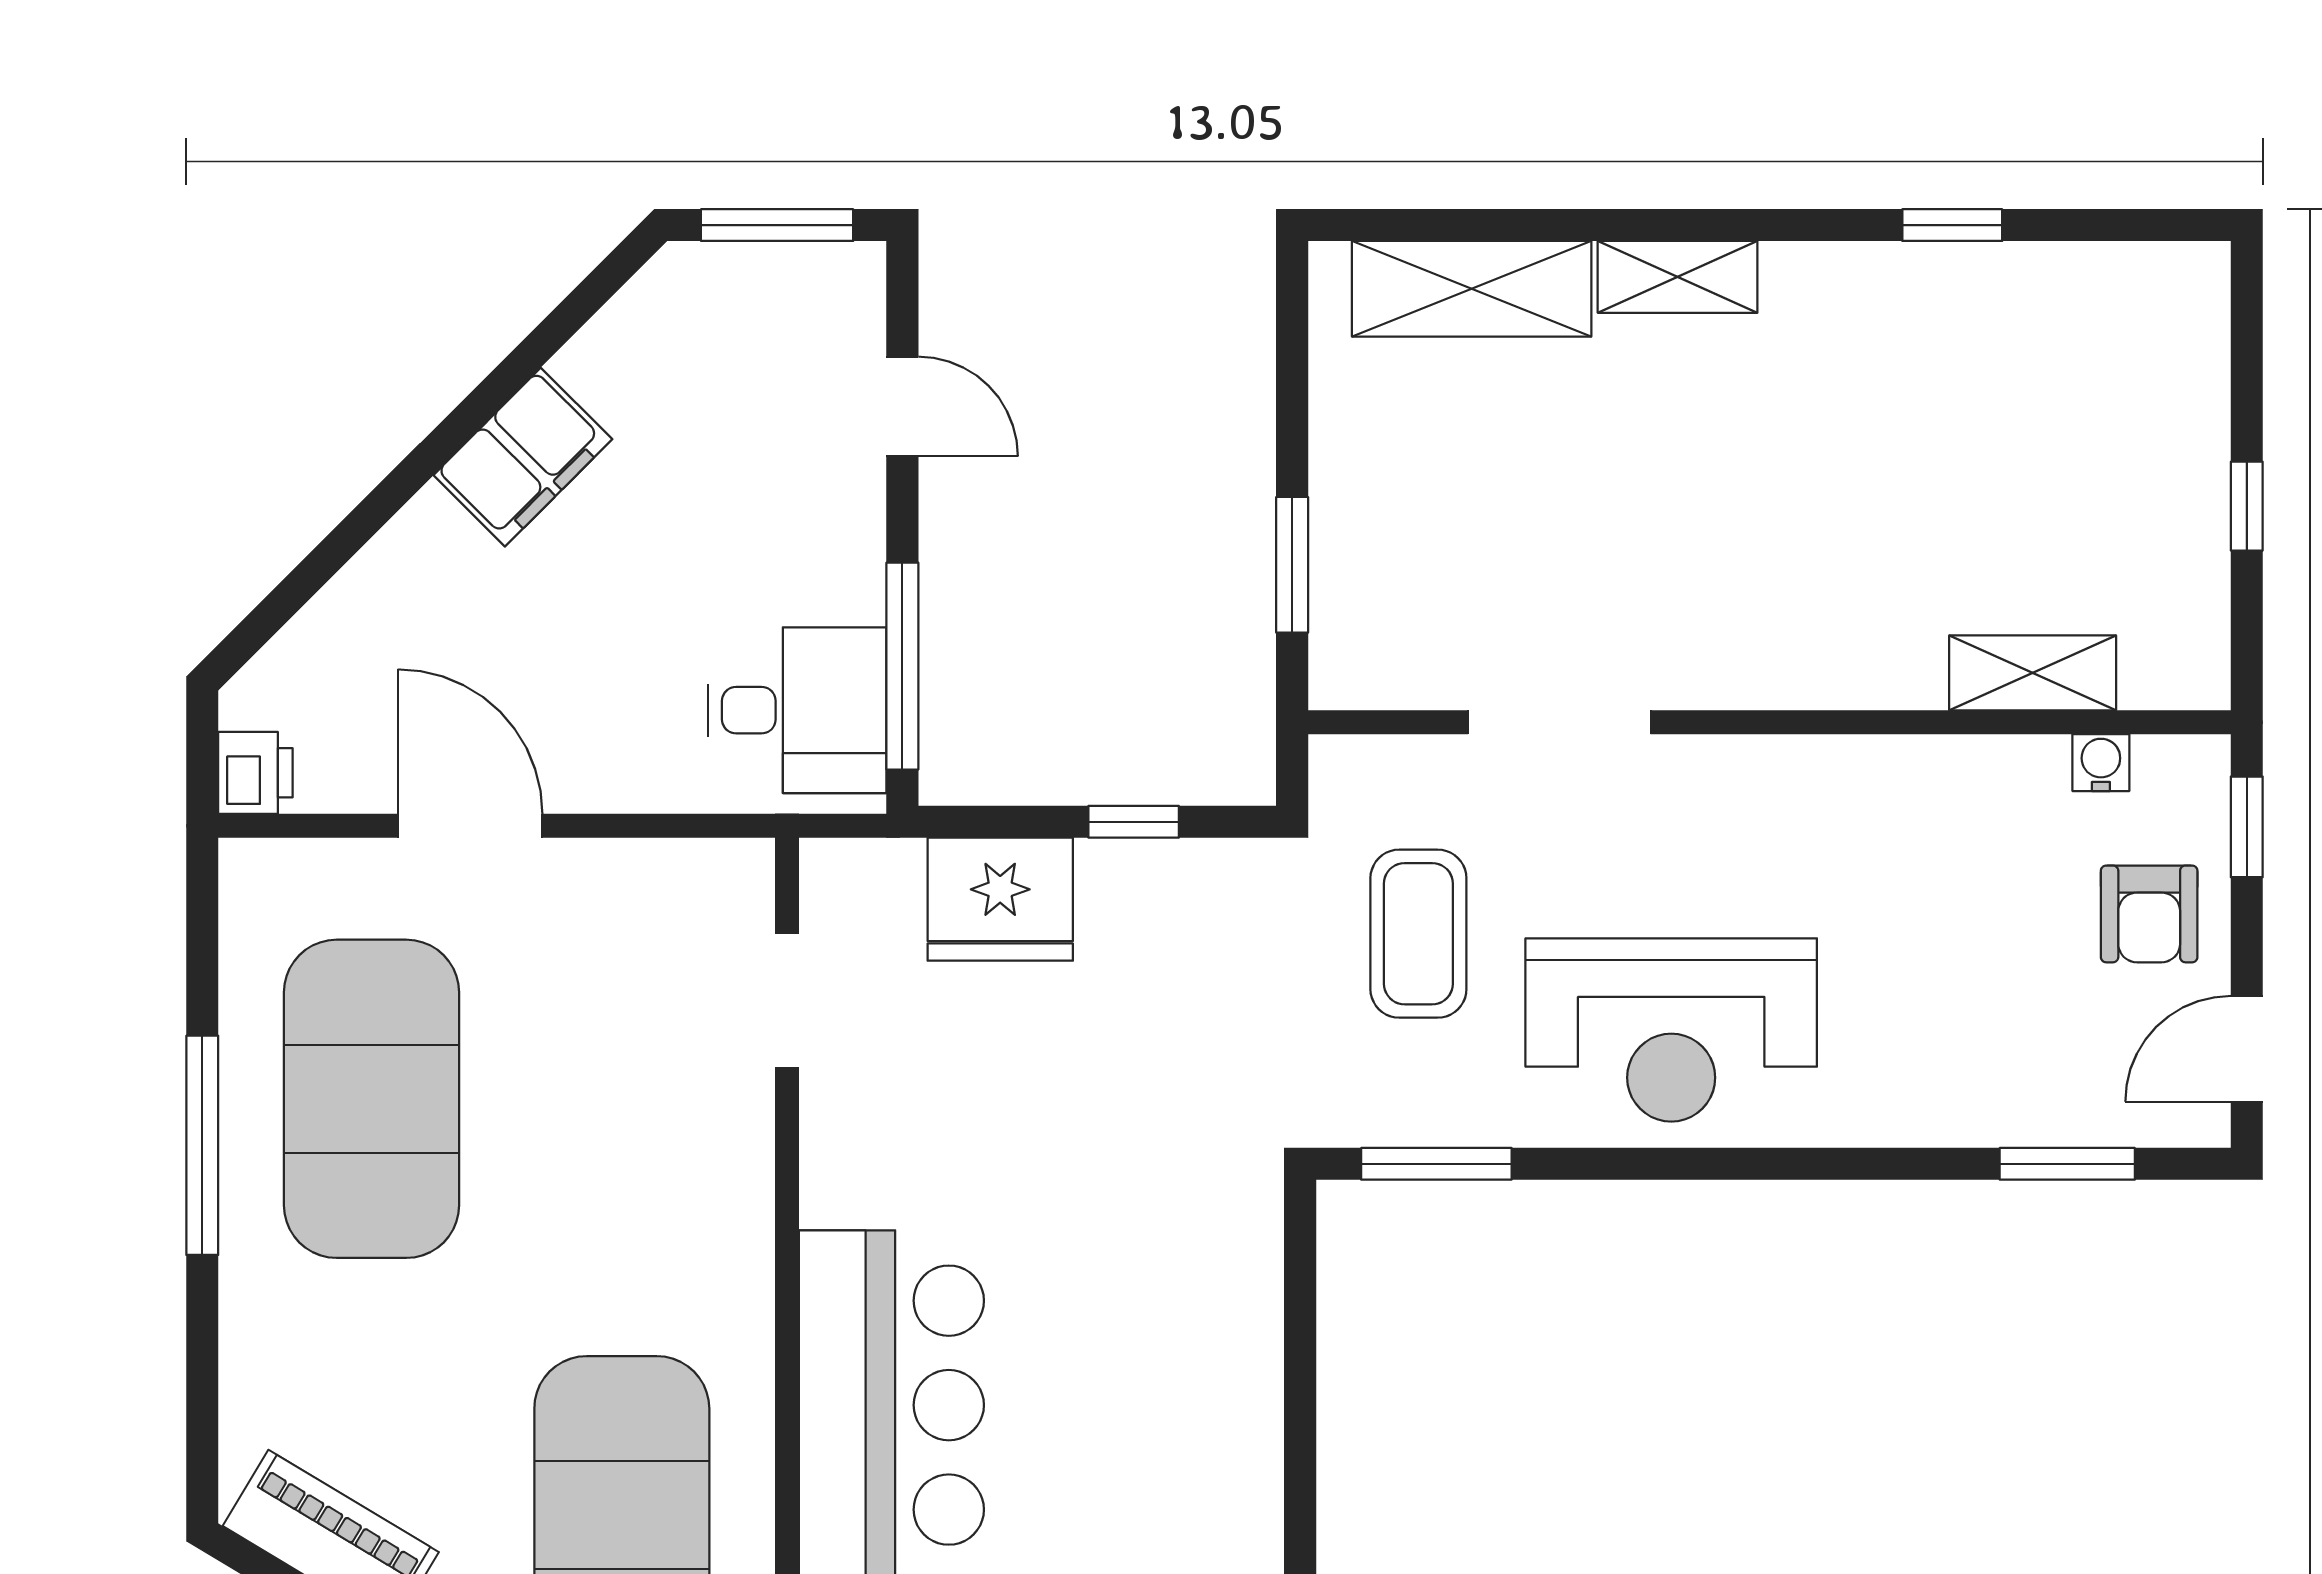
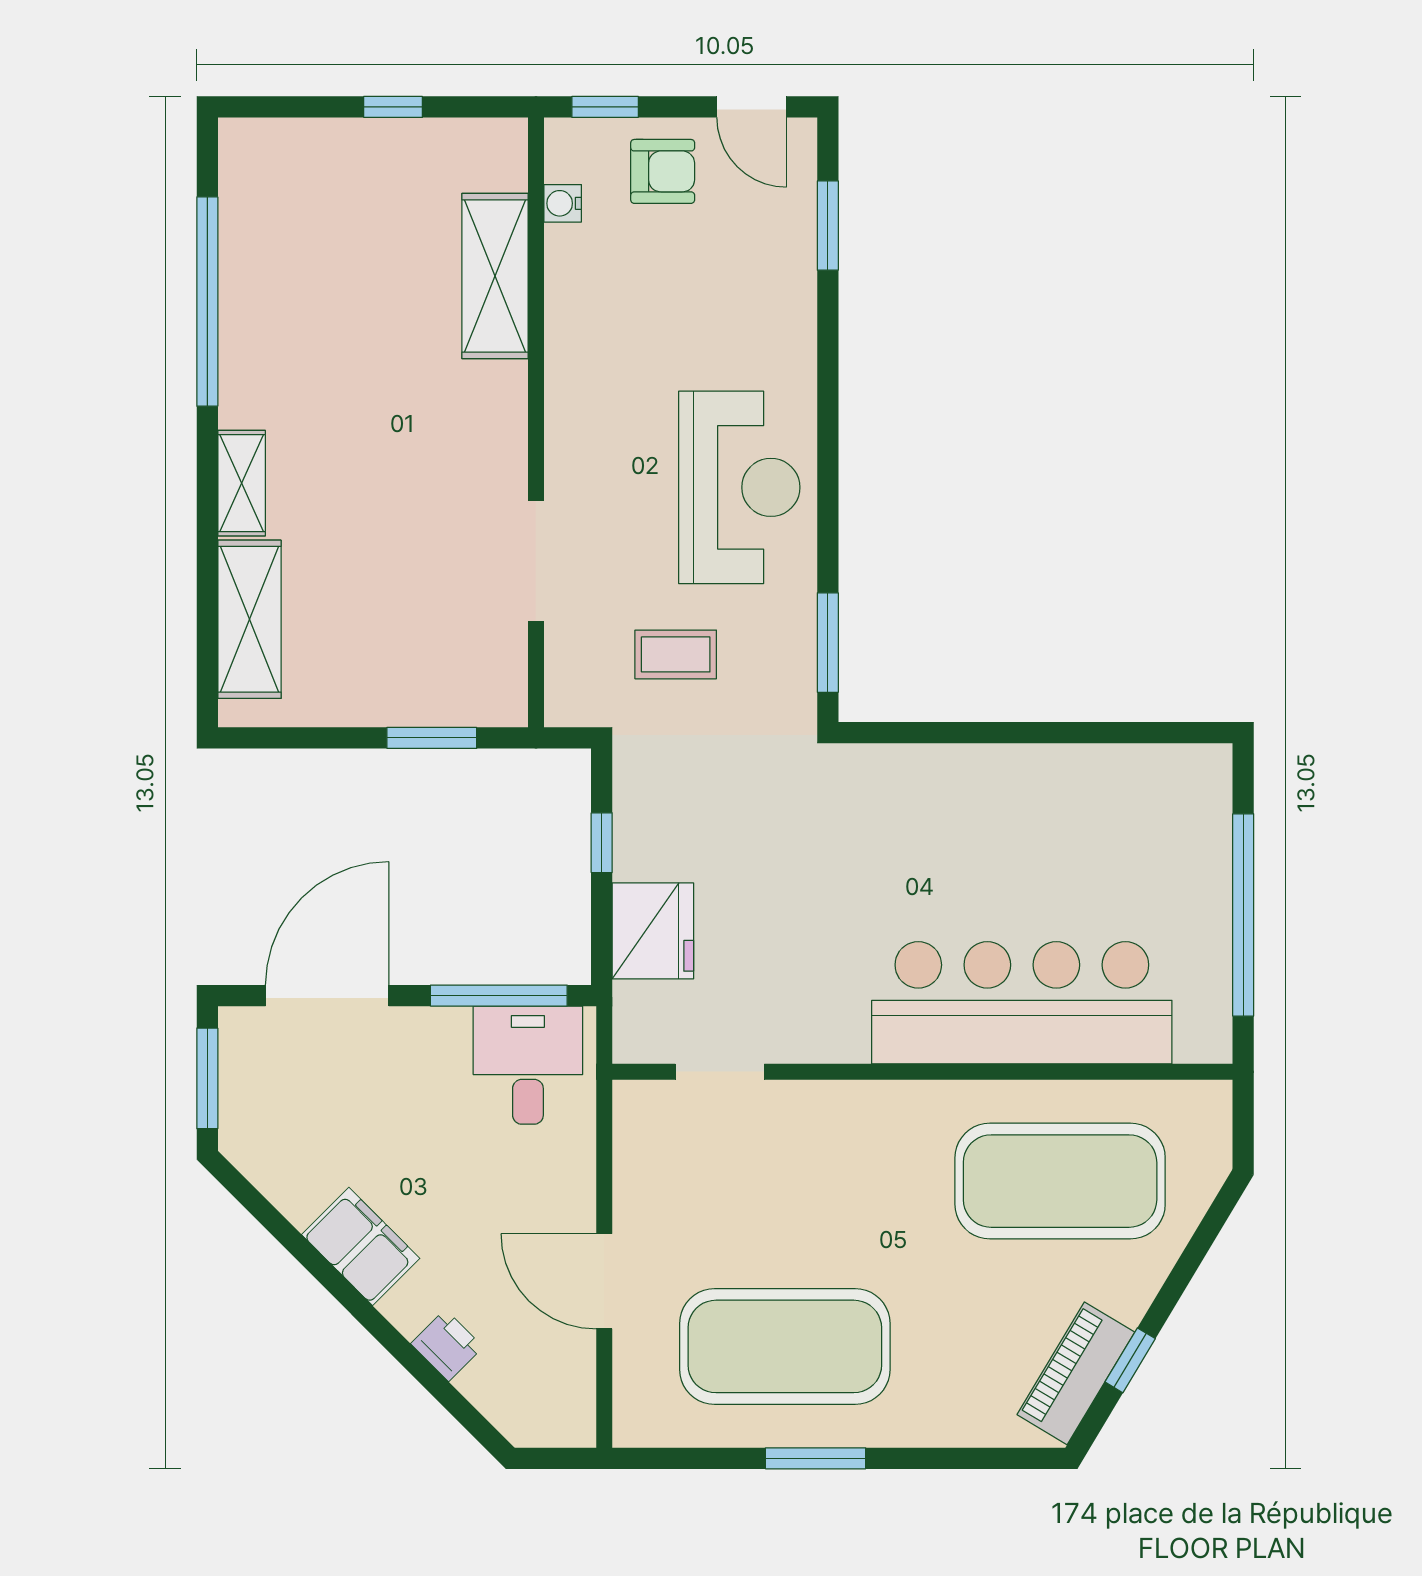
window: (1952, 225) -> (207, 302), width x3.17
door: (902, 406) -> (327, 996), width x1.87
shelving: (2033, 673) -> (495, 276), width x1.50, depth x1.33
printer: (255, 773) -> (447, 1345), moved, turned 45
door: (470, 826) -> (604, 1281), hinge flipped
coffee table: (1418, 934) -> (676, 654), width x0.73, depth x0.77
window: (202, 1145) -> (816, 1458), width x0.69

